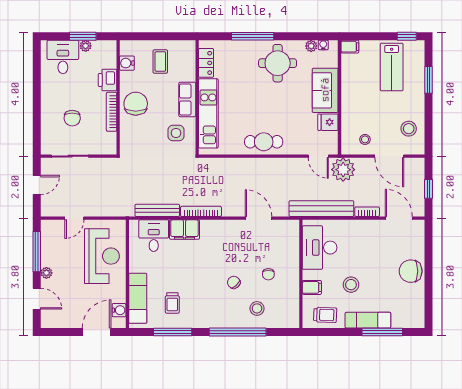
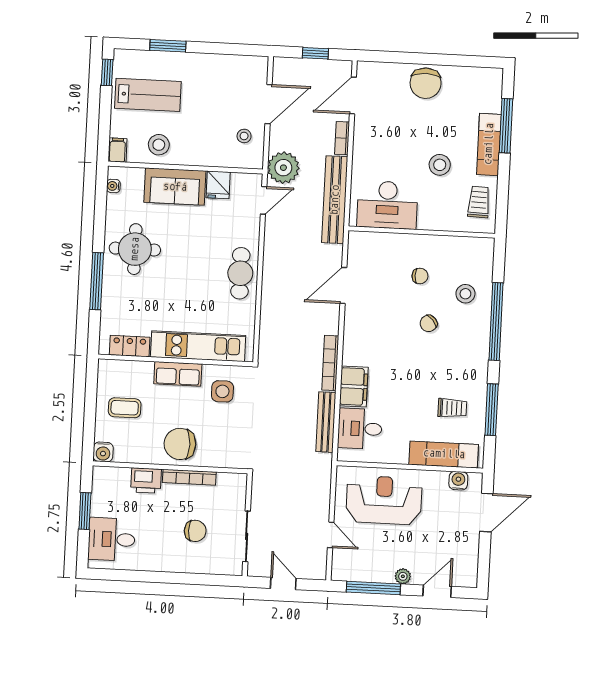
plant: (86, 46) -> (98, 508), removed
plant: (311, 46) -> (114, 202), removed
water cooler: (127, 63) -> (103, 452), moved
stool: (409, 129) -> (159, 145), moved
filing cabinet: (312, 287) -> (441, 218), removed
door: (97, 332) -> (486, 513), swing flipped

